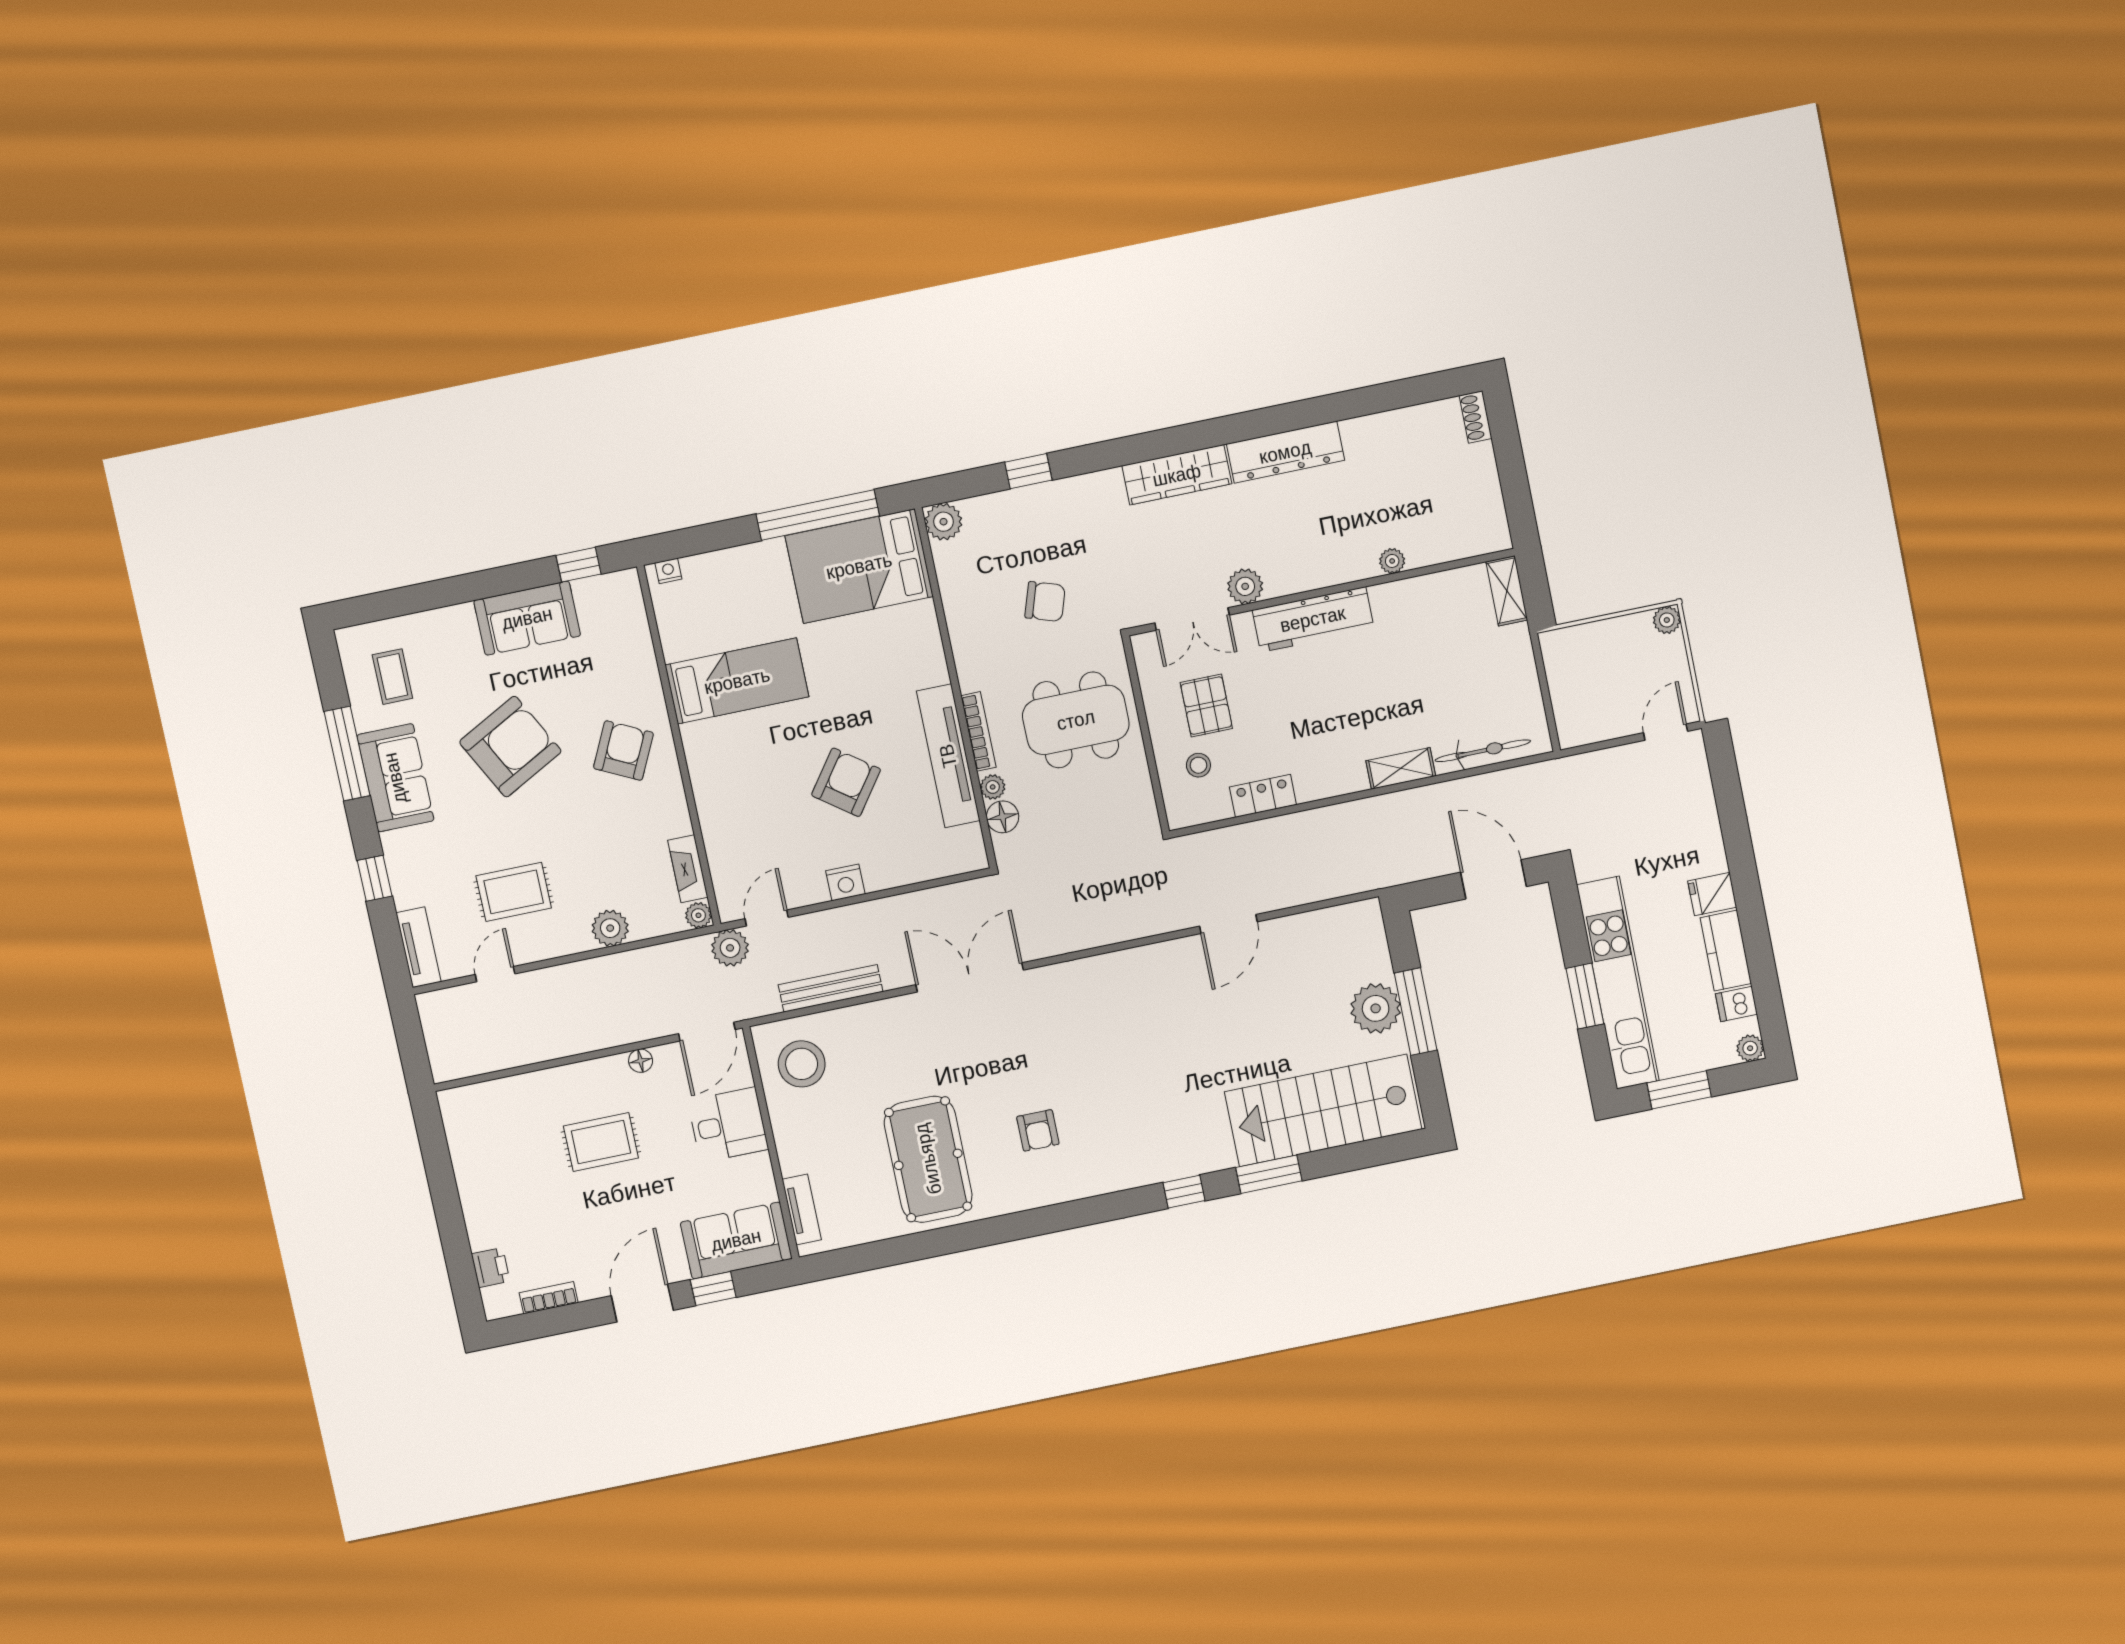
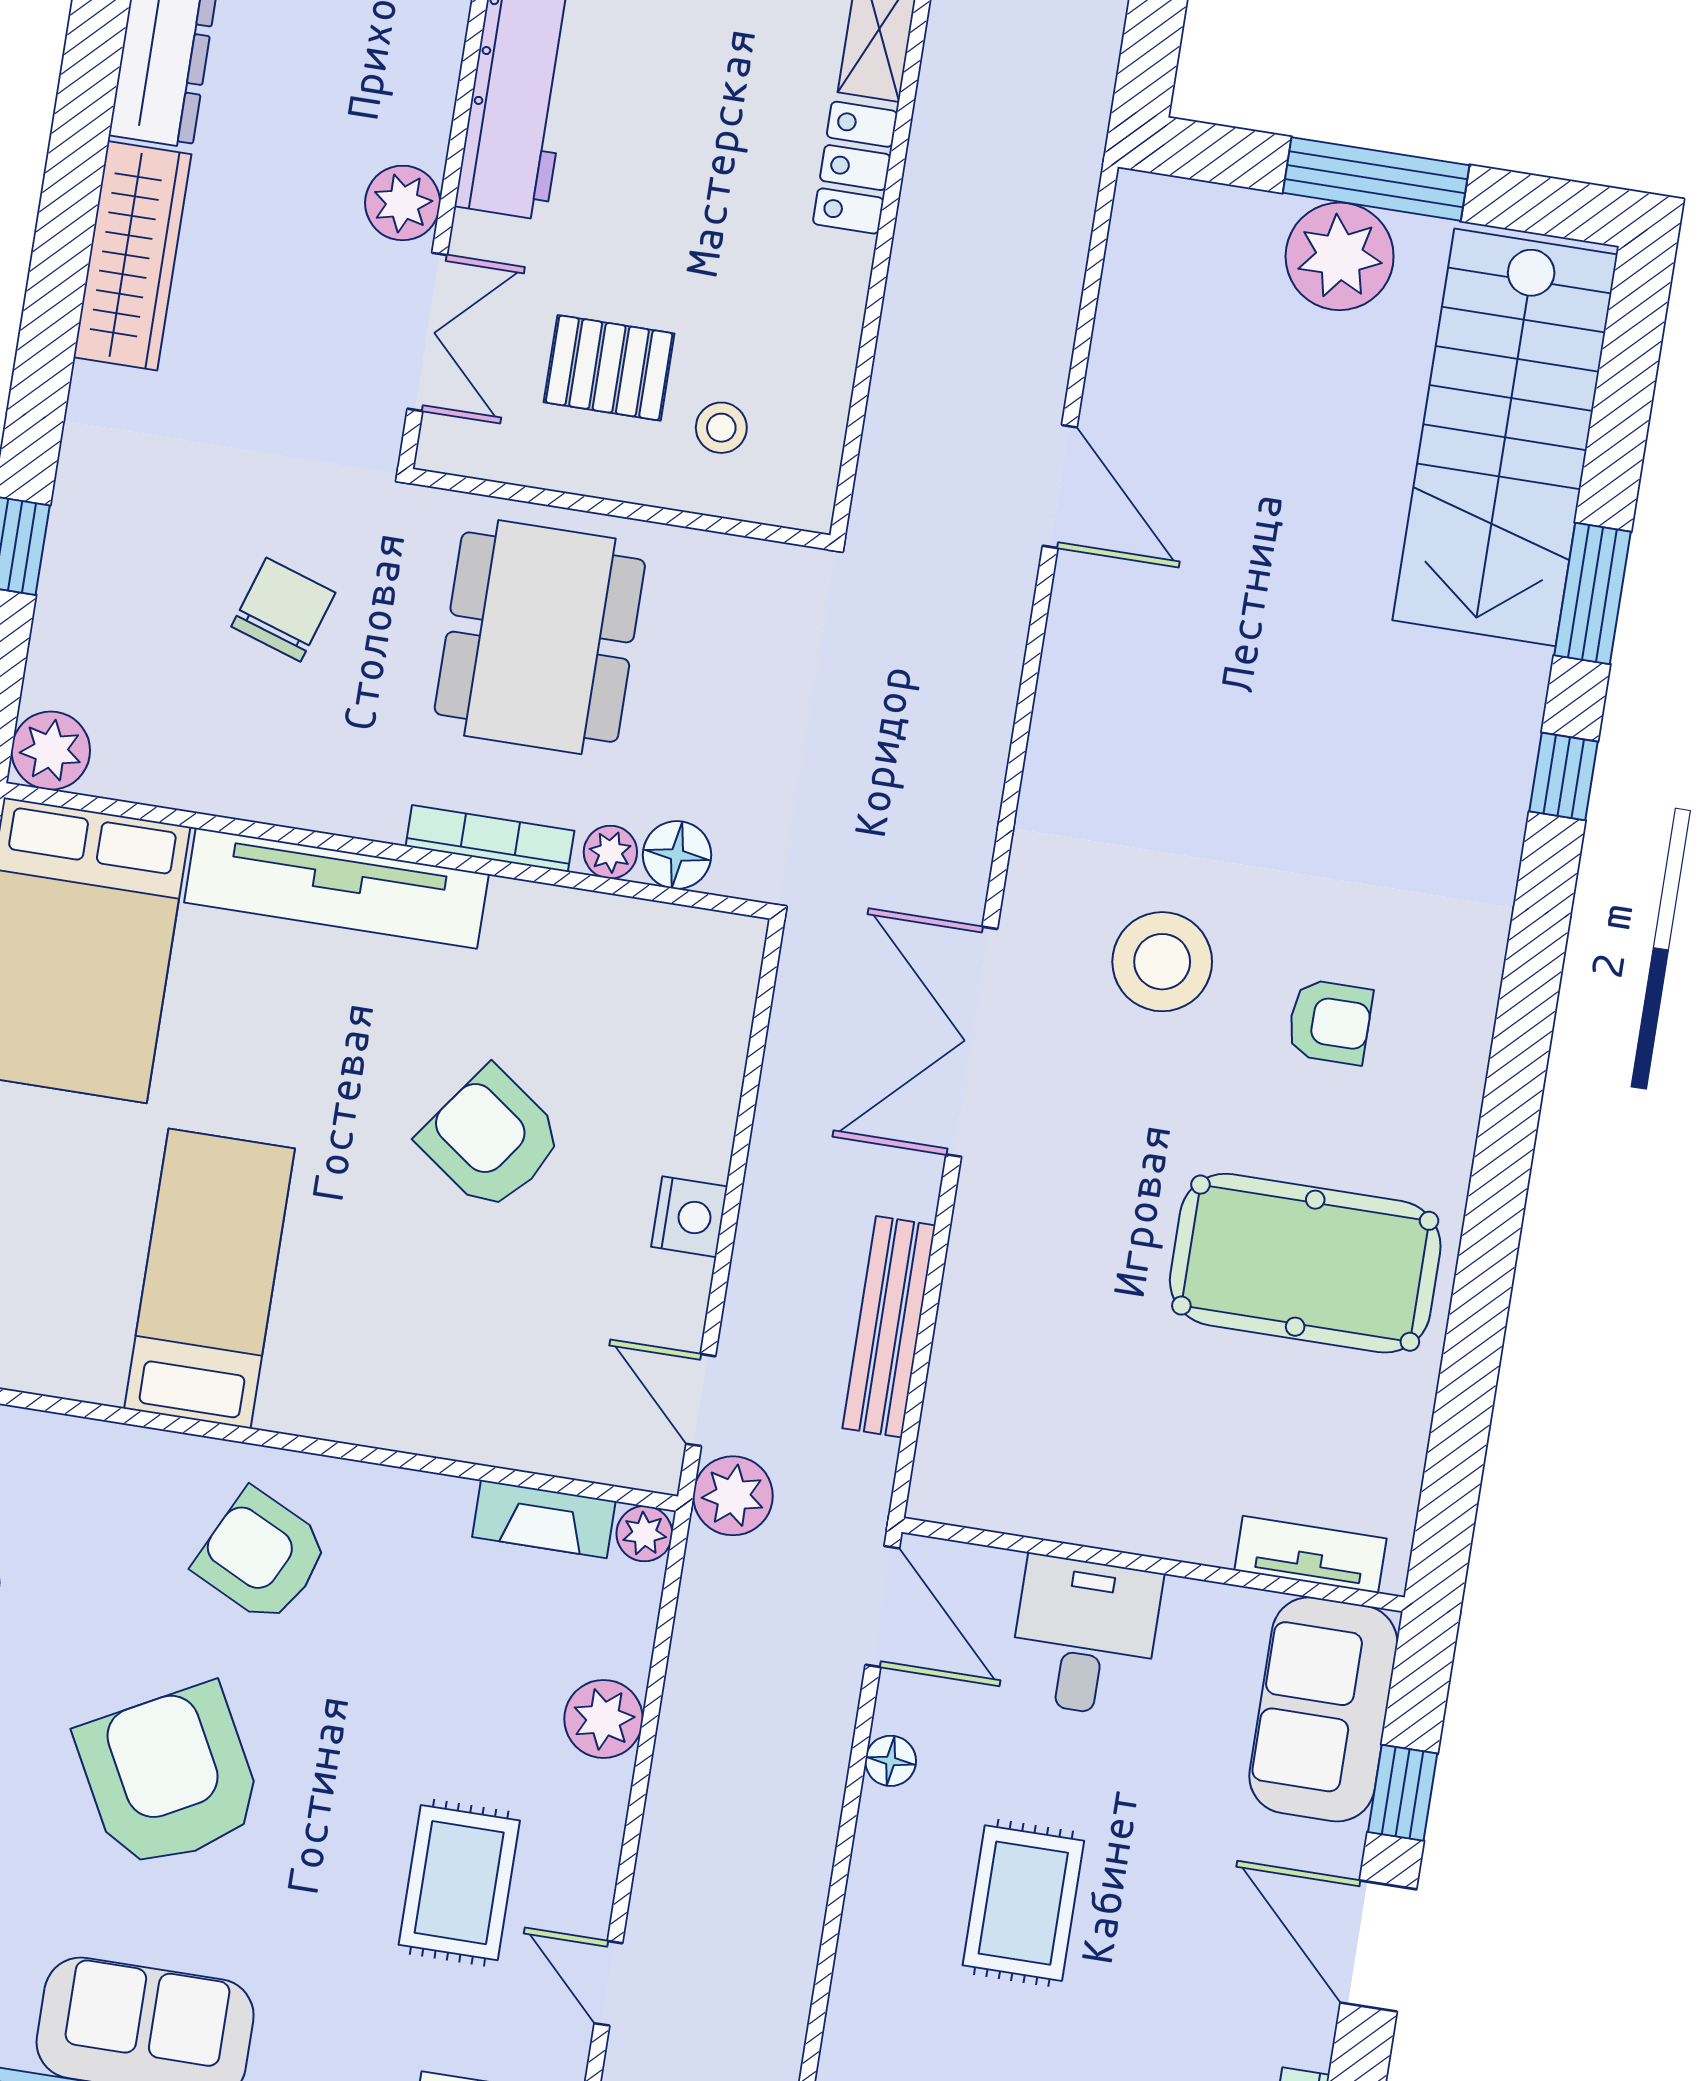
tv unit: (948, 756) -> (336, 888), moved
locker: (1263, 796) -> (855, 168), moved
stool: (802, 1064) -> (1162, 962), moved

